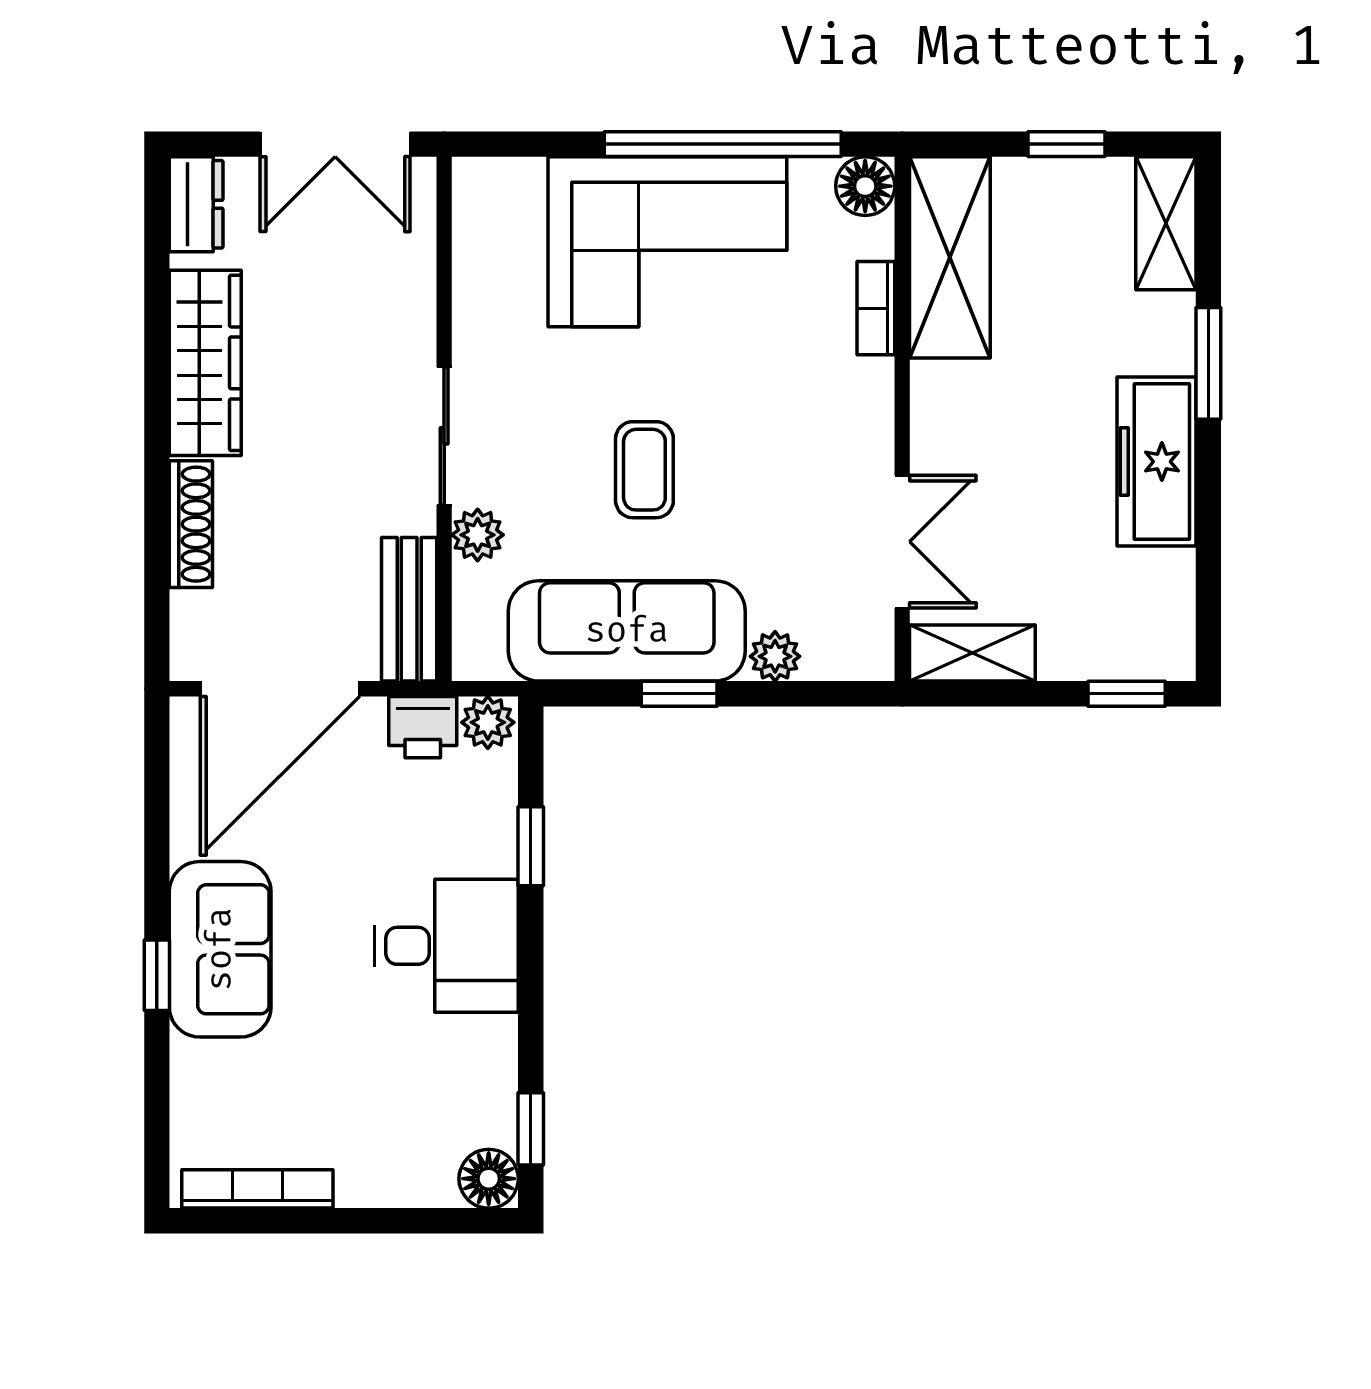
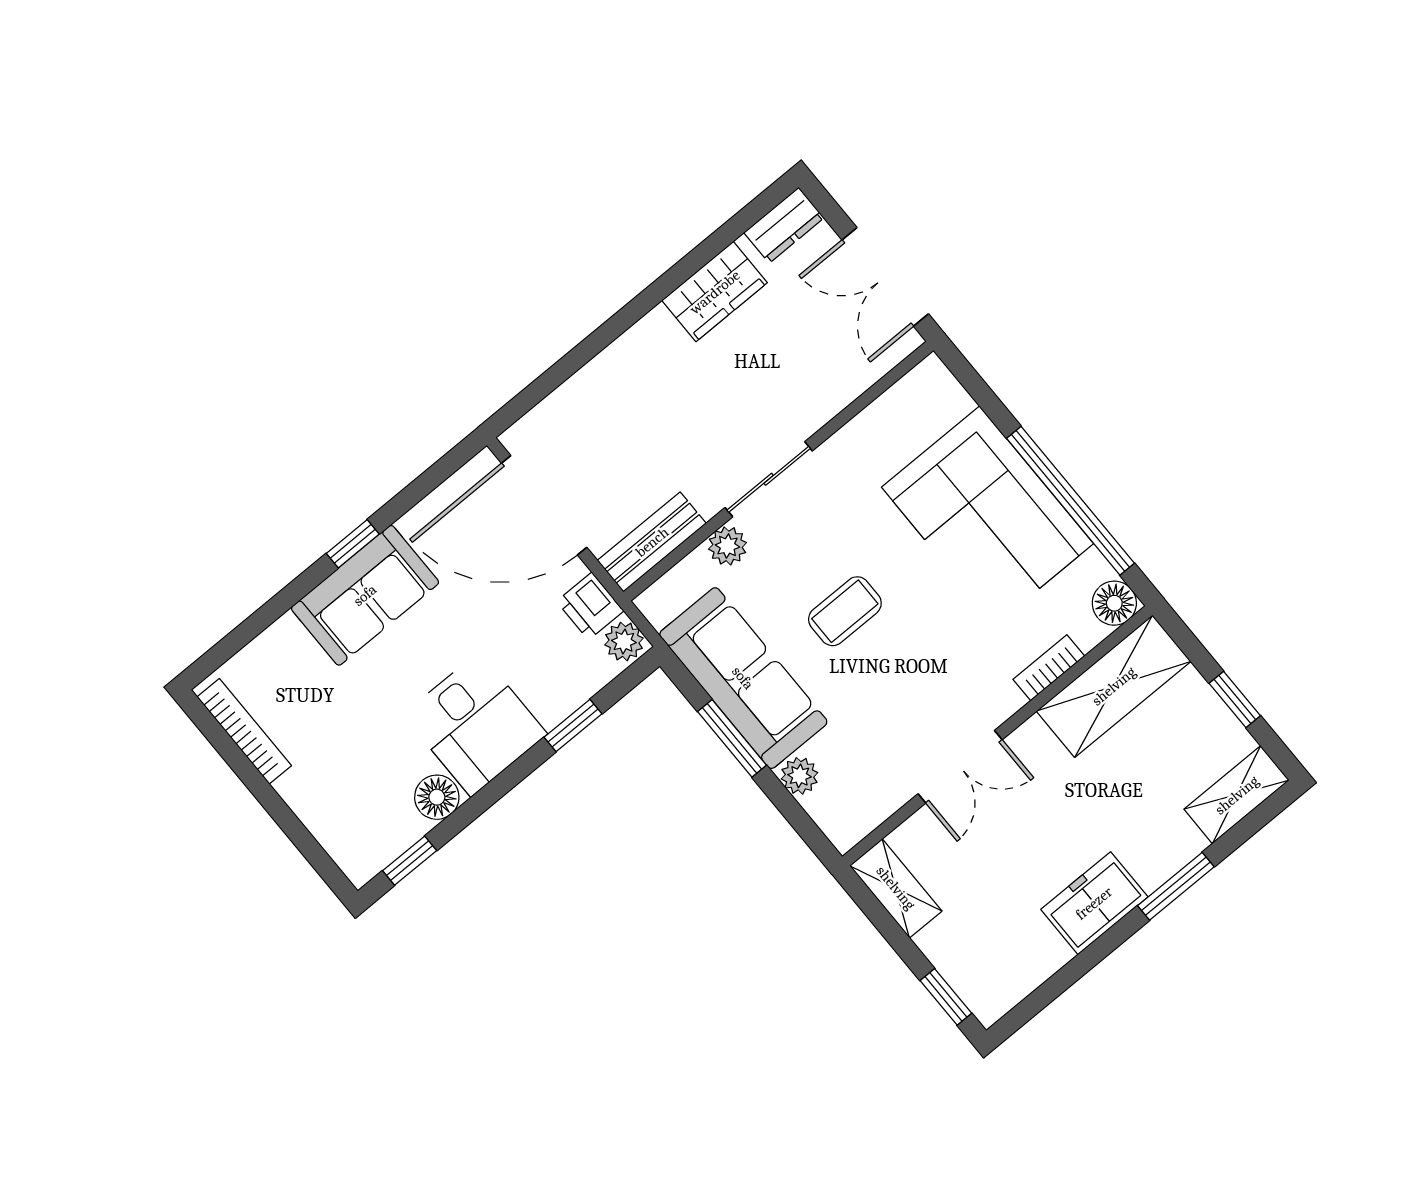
wardrobe: (205, 363) -> (715, 292), width x0.67
freezer: (1156, 462) -> (1094, 903), width x0.71
shoe rack: (191, 524) -> (597, 375), removed
double door: (902, 542) -> (960, 767), moved
window: (679, 694) -> (732, 738), width x1.50
window: (157, 975) -> (353, 544), moved
floor lamp: (489, 1179) -> (437, 797), moved

